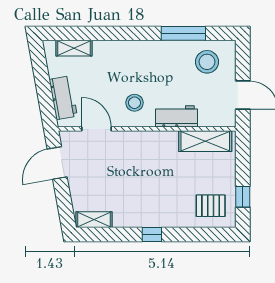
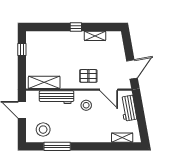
workbench: (176, 116) -> (57, 97), width x1.38
pallet: (211, 206) -> (88, 76), moved
shelving: (94, 220) -> (95, 36), moved

